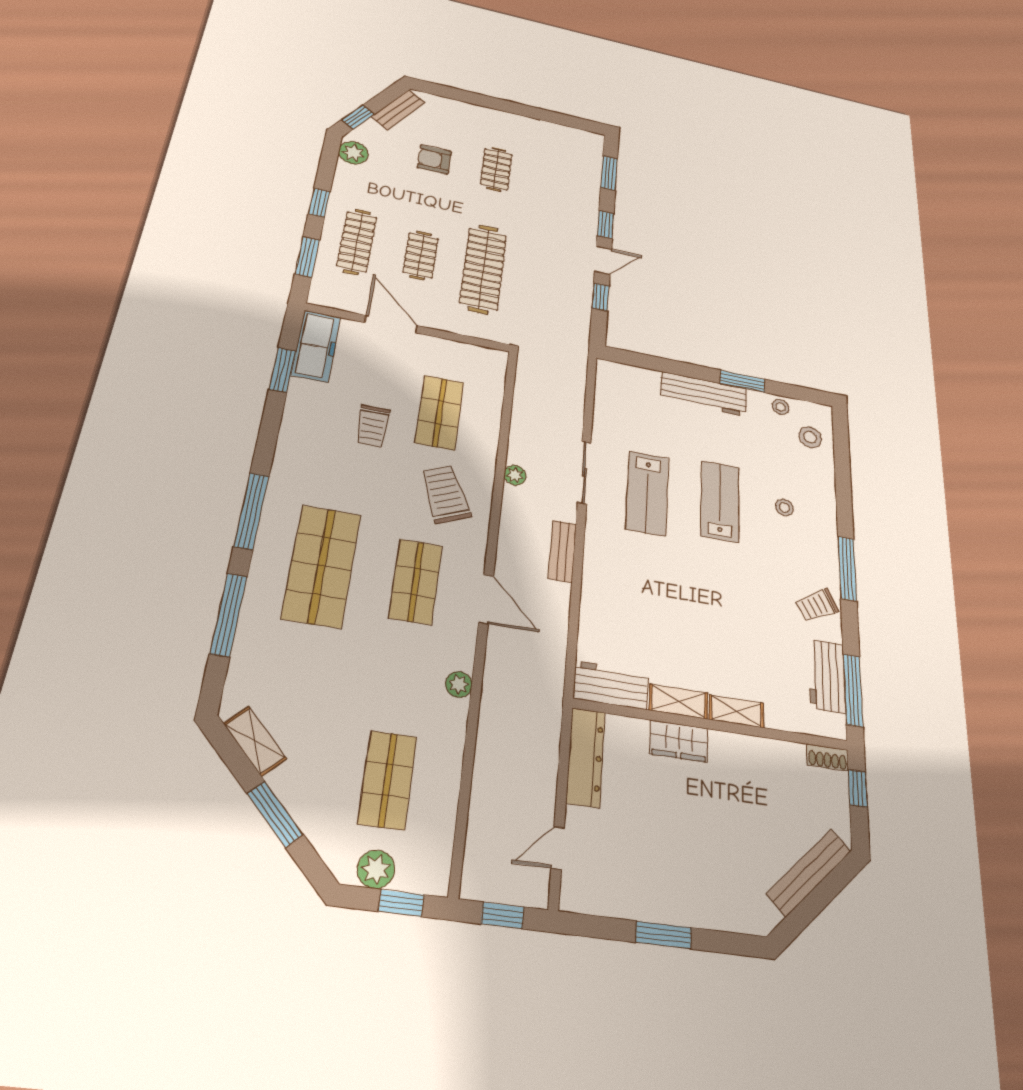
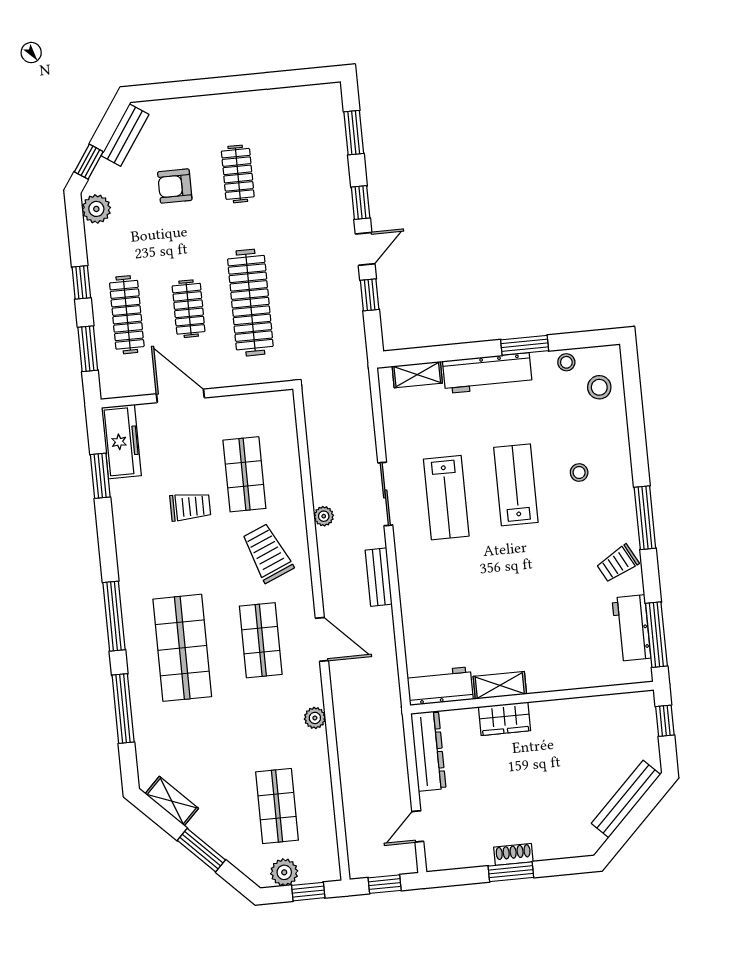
trolley: (372, 426) -> (190, 507), turned -90
shelving: (737, 711) -> (417, 375), moved
shoe rack: (827, 757) -> (513, 854), moved, turned 180

